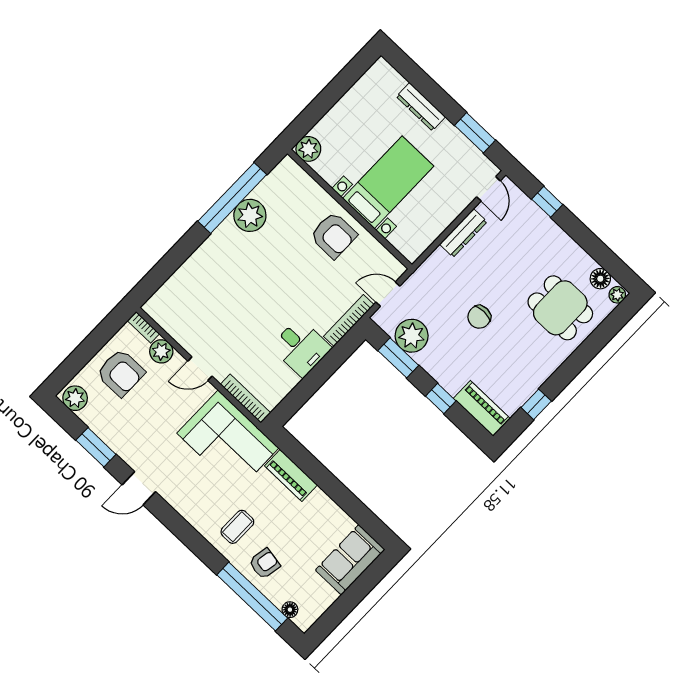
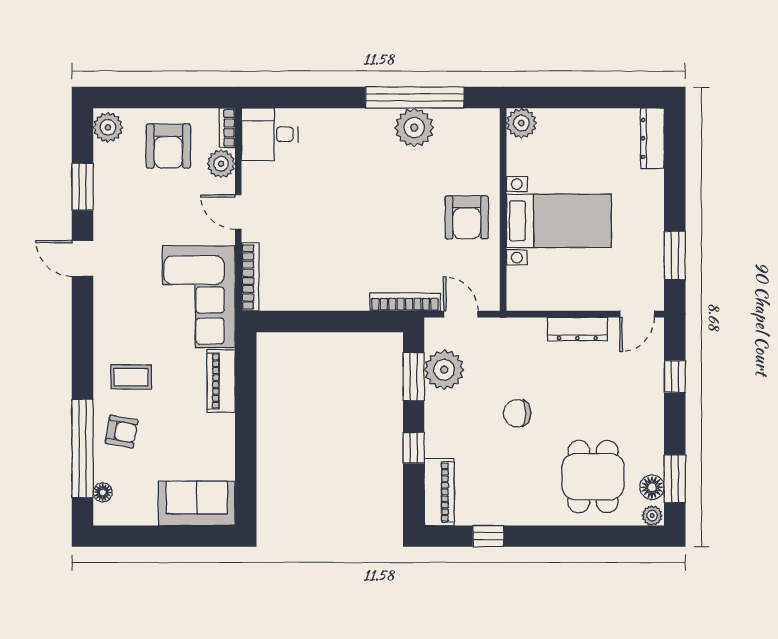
dresser: (421, 107) -> (652, 138), moved
window: (608, 260) -> (675, 479), added
desk: (301, 347) -> (270, 134), moved, turned 90

